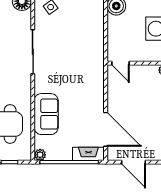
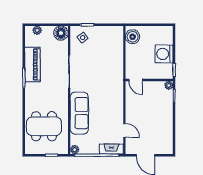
sofa: (46, 114) -> (79, 113), width x1.36
door: (106, 129) -> (124, 130), width x0.53

